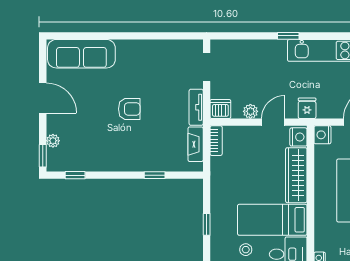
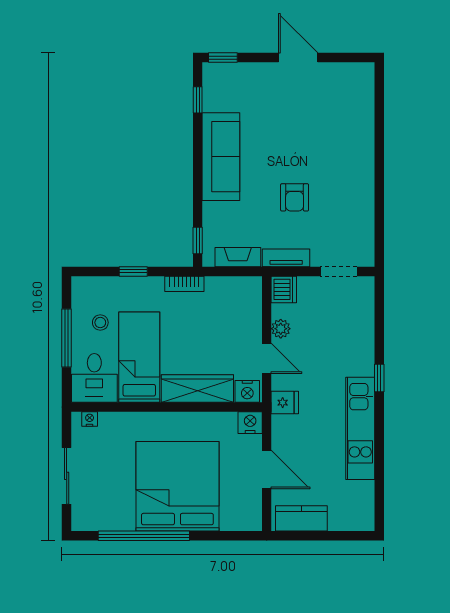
sofa: (81, 54) -> (221, 157), moved, turned 180
door: (43, 98) -> (298, 58), swing flipped
armchair: (129, 109) -> (295, 197), moved
plant: (53, 141) -> (242, 71), removed
bookcase: (216, 141) -> (184, 284), moved
window: (155, 175) -> (198, 241), moved

